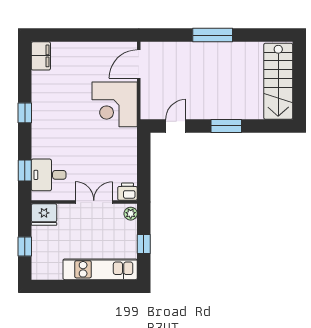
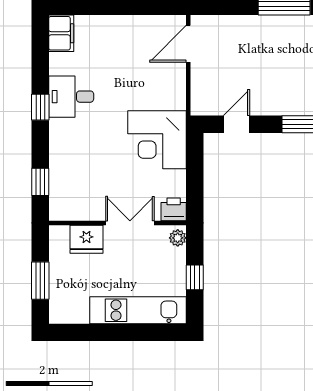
corner desk: (115, 104) -> (157, 140), moved
desk: (49, 175) -> (71, 97), moved
fridge: (44, 215) -> (86, 239), moved
window: (25, 247) -> (40, 281), width x1.50

